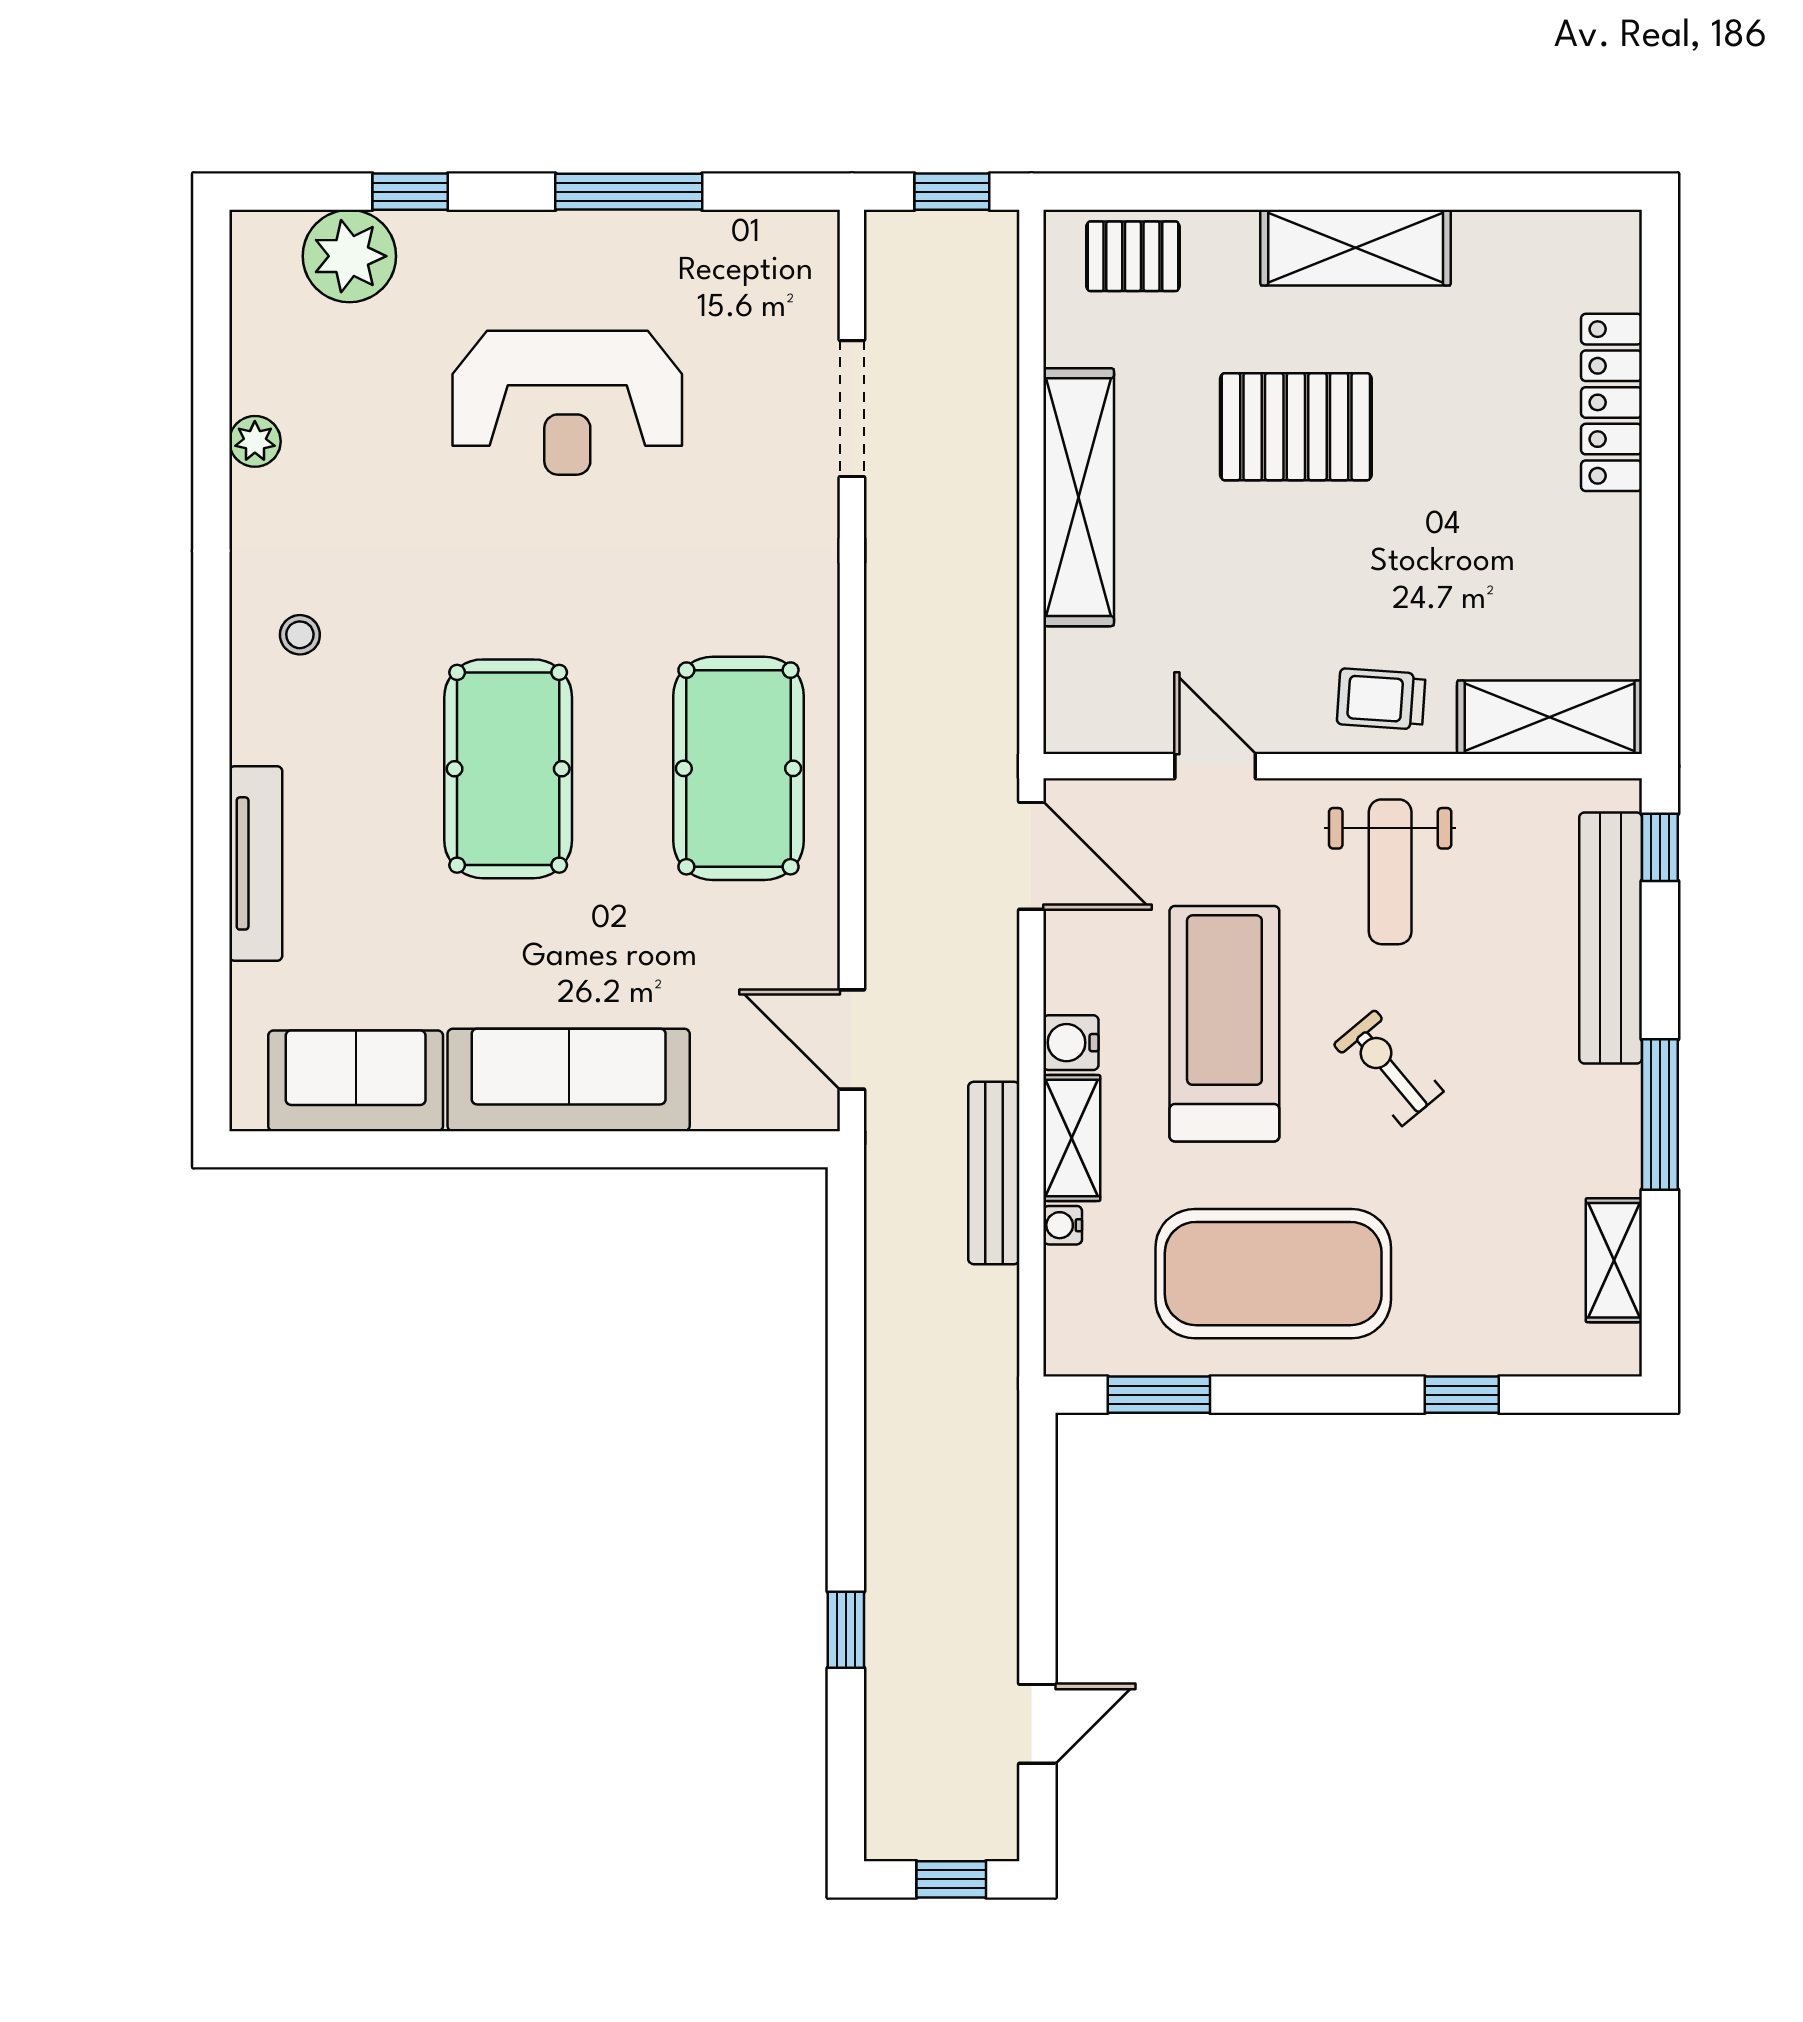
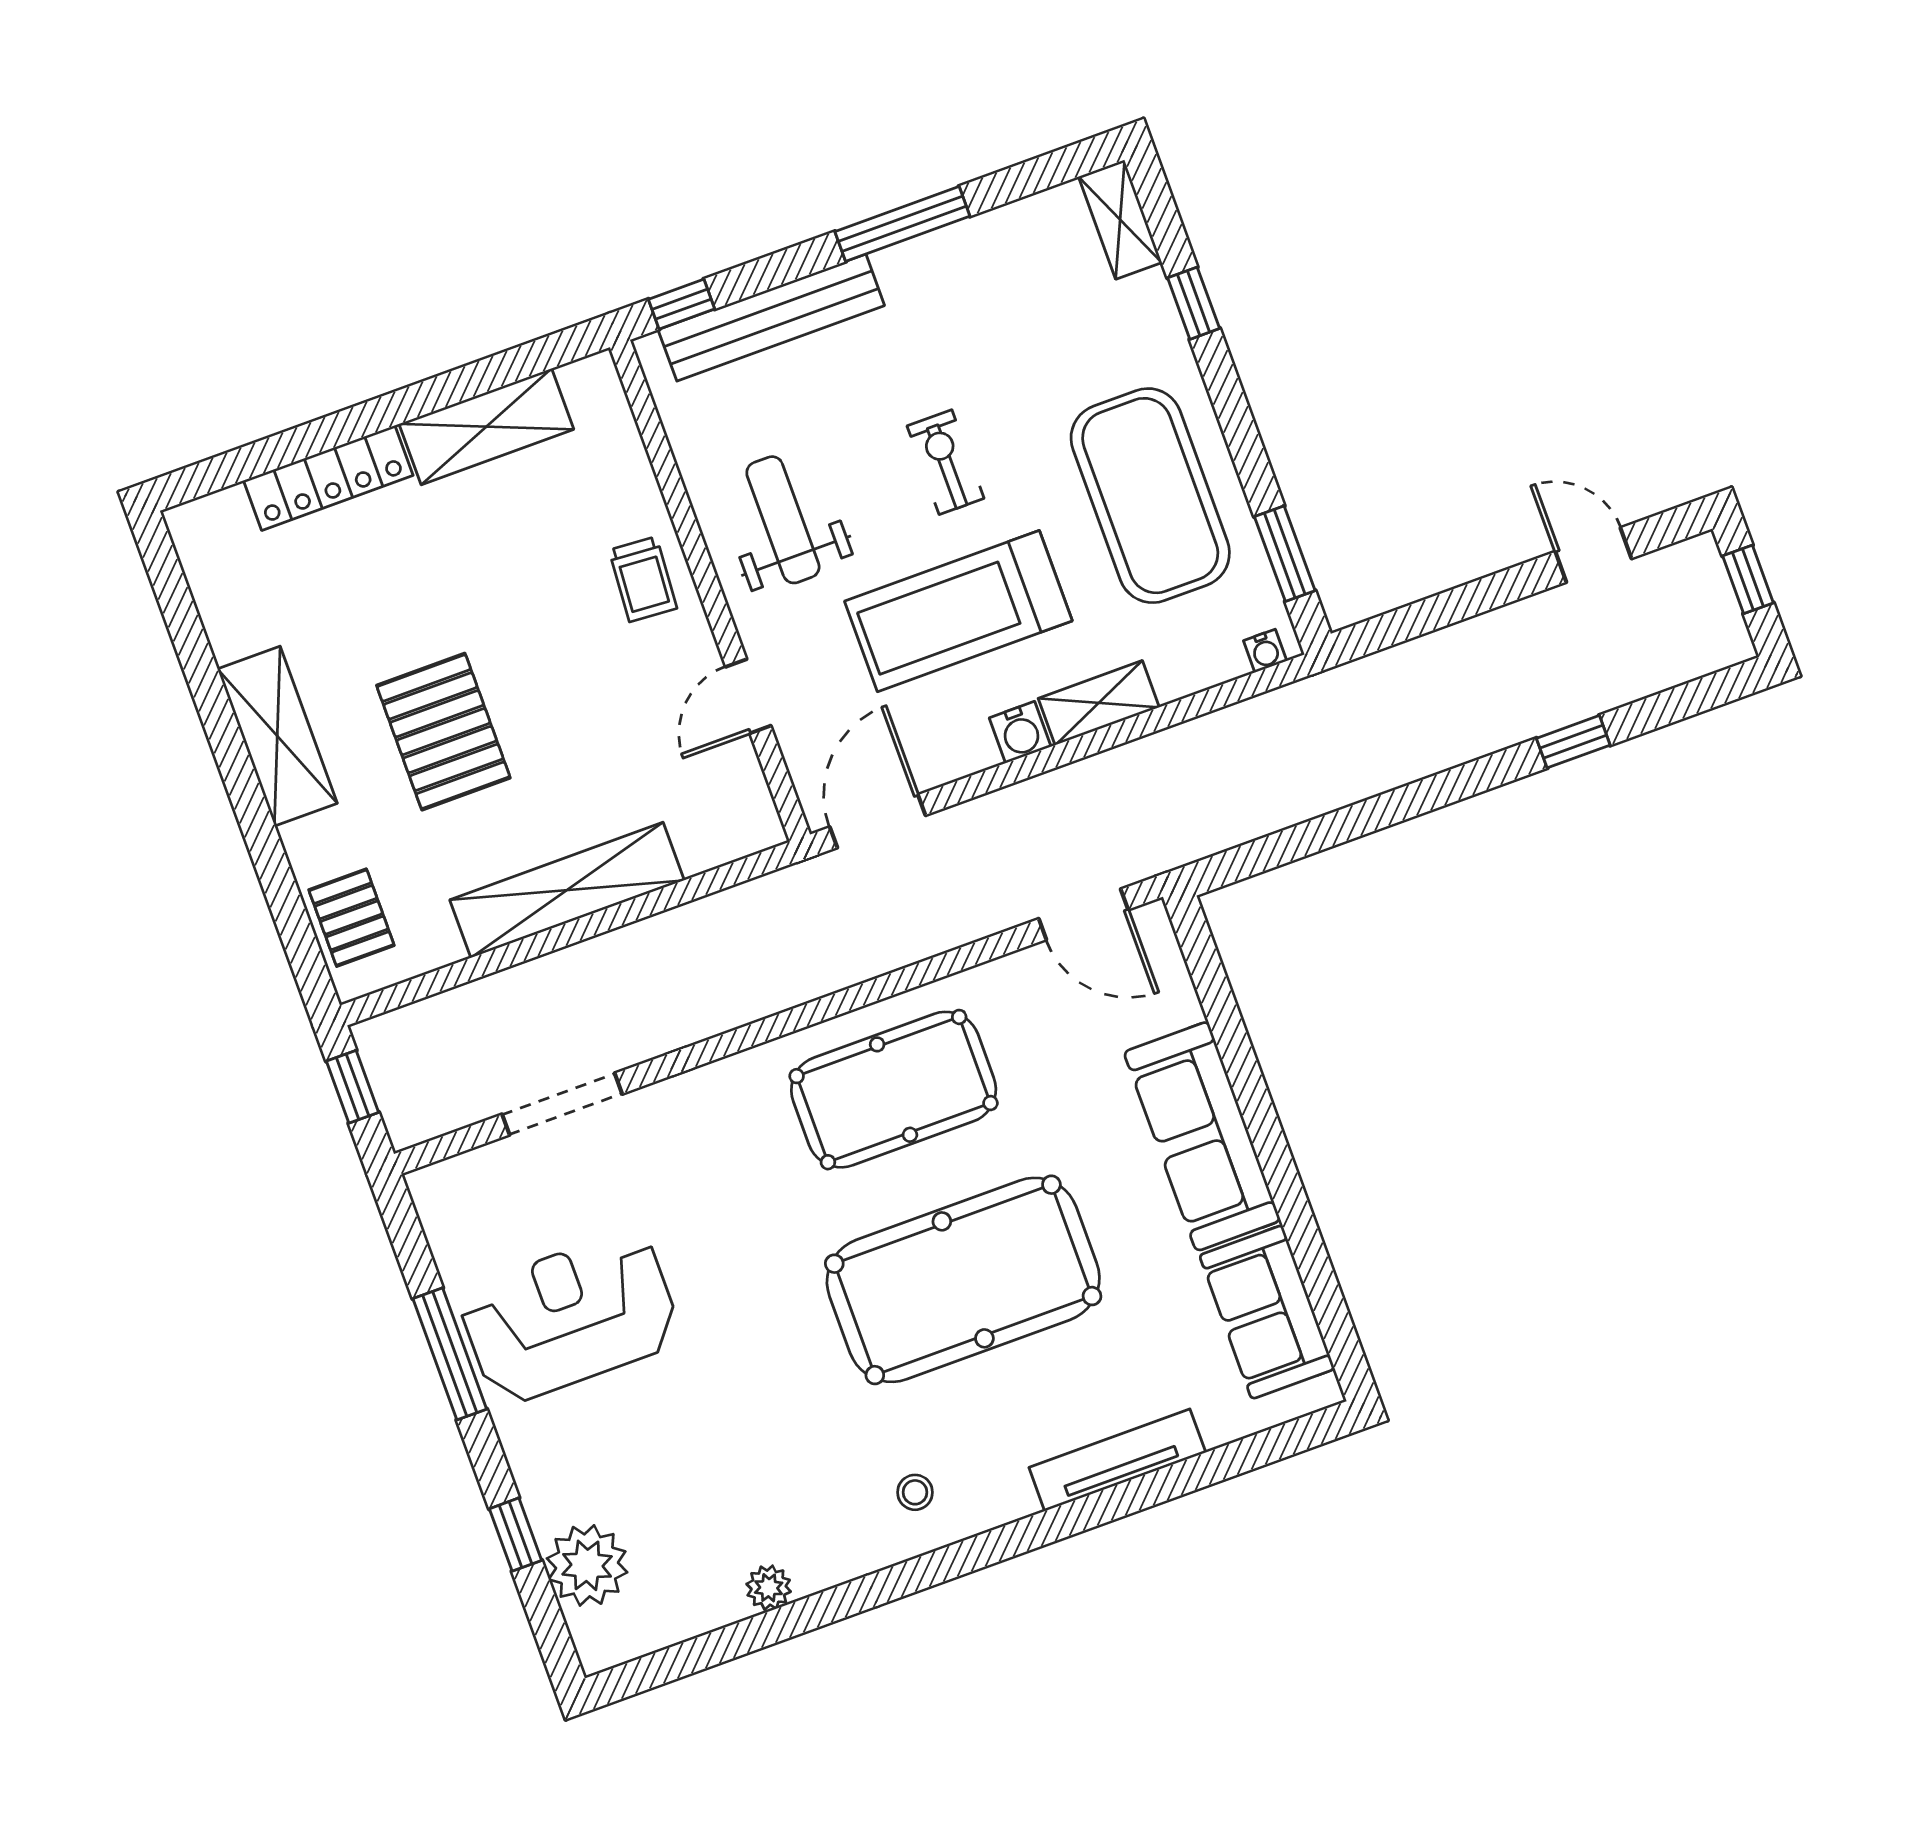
reception desk: (567, 403) -> (570, 1317), moved, turned -90
shelving: (1550, 717) -> (486, 427), moved, turned 90
pool table: (508, 769) -> (963, 1280), width x1.36, depth x1.32
weight bench: (1390, 872) -> (783, 520), turned -90
door: (852, 1039) -> (1084, 914), hinge flipped
exercise bike: (1388, 1068) -> (945, 462), turned 130
bench: (994, 1173) -> (1151, 757), removed
water cooler: (1063, 1225) -> (1265, 651), moved
shelving: (1614, 1260) -> (1120, 220), moved, turned 90

